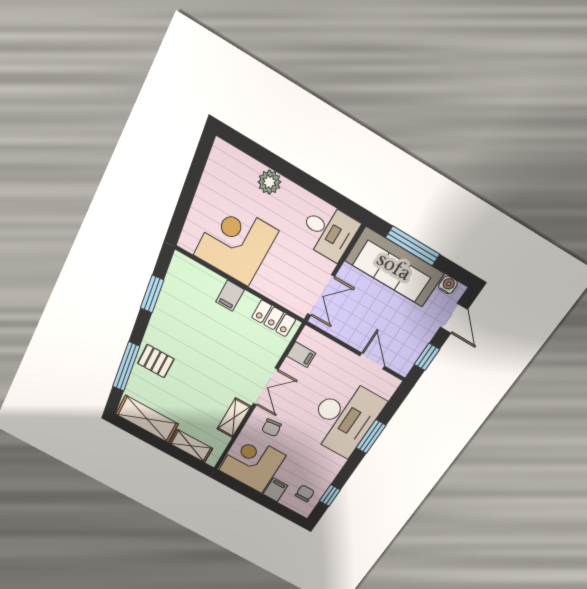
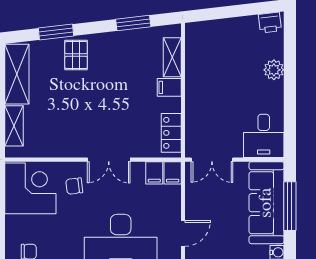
printer: (220, 158) -> (270, 23), added
corner desk: (236, 243) -> (214, 69), removed
window: (126, 366) -> (56, 32), width x0.69
shelving: (234, 418) -> (172, 57), moved, turned 90
filing cabinet: (275, 490) -> (173, 173), moved, turned 90

